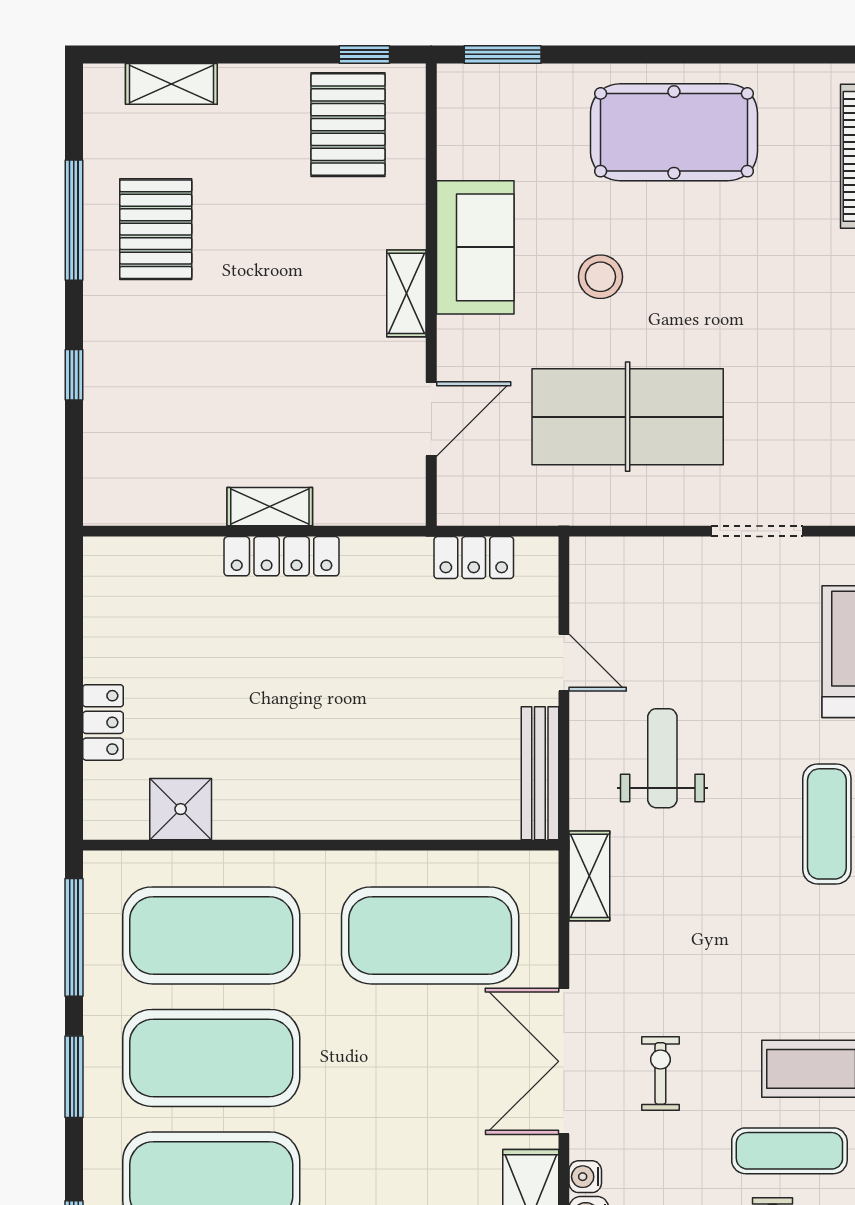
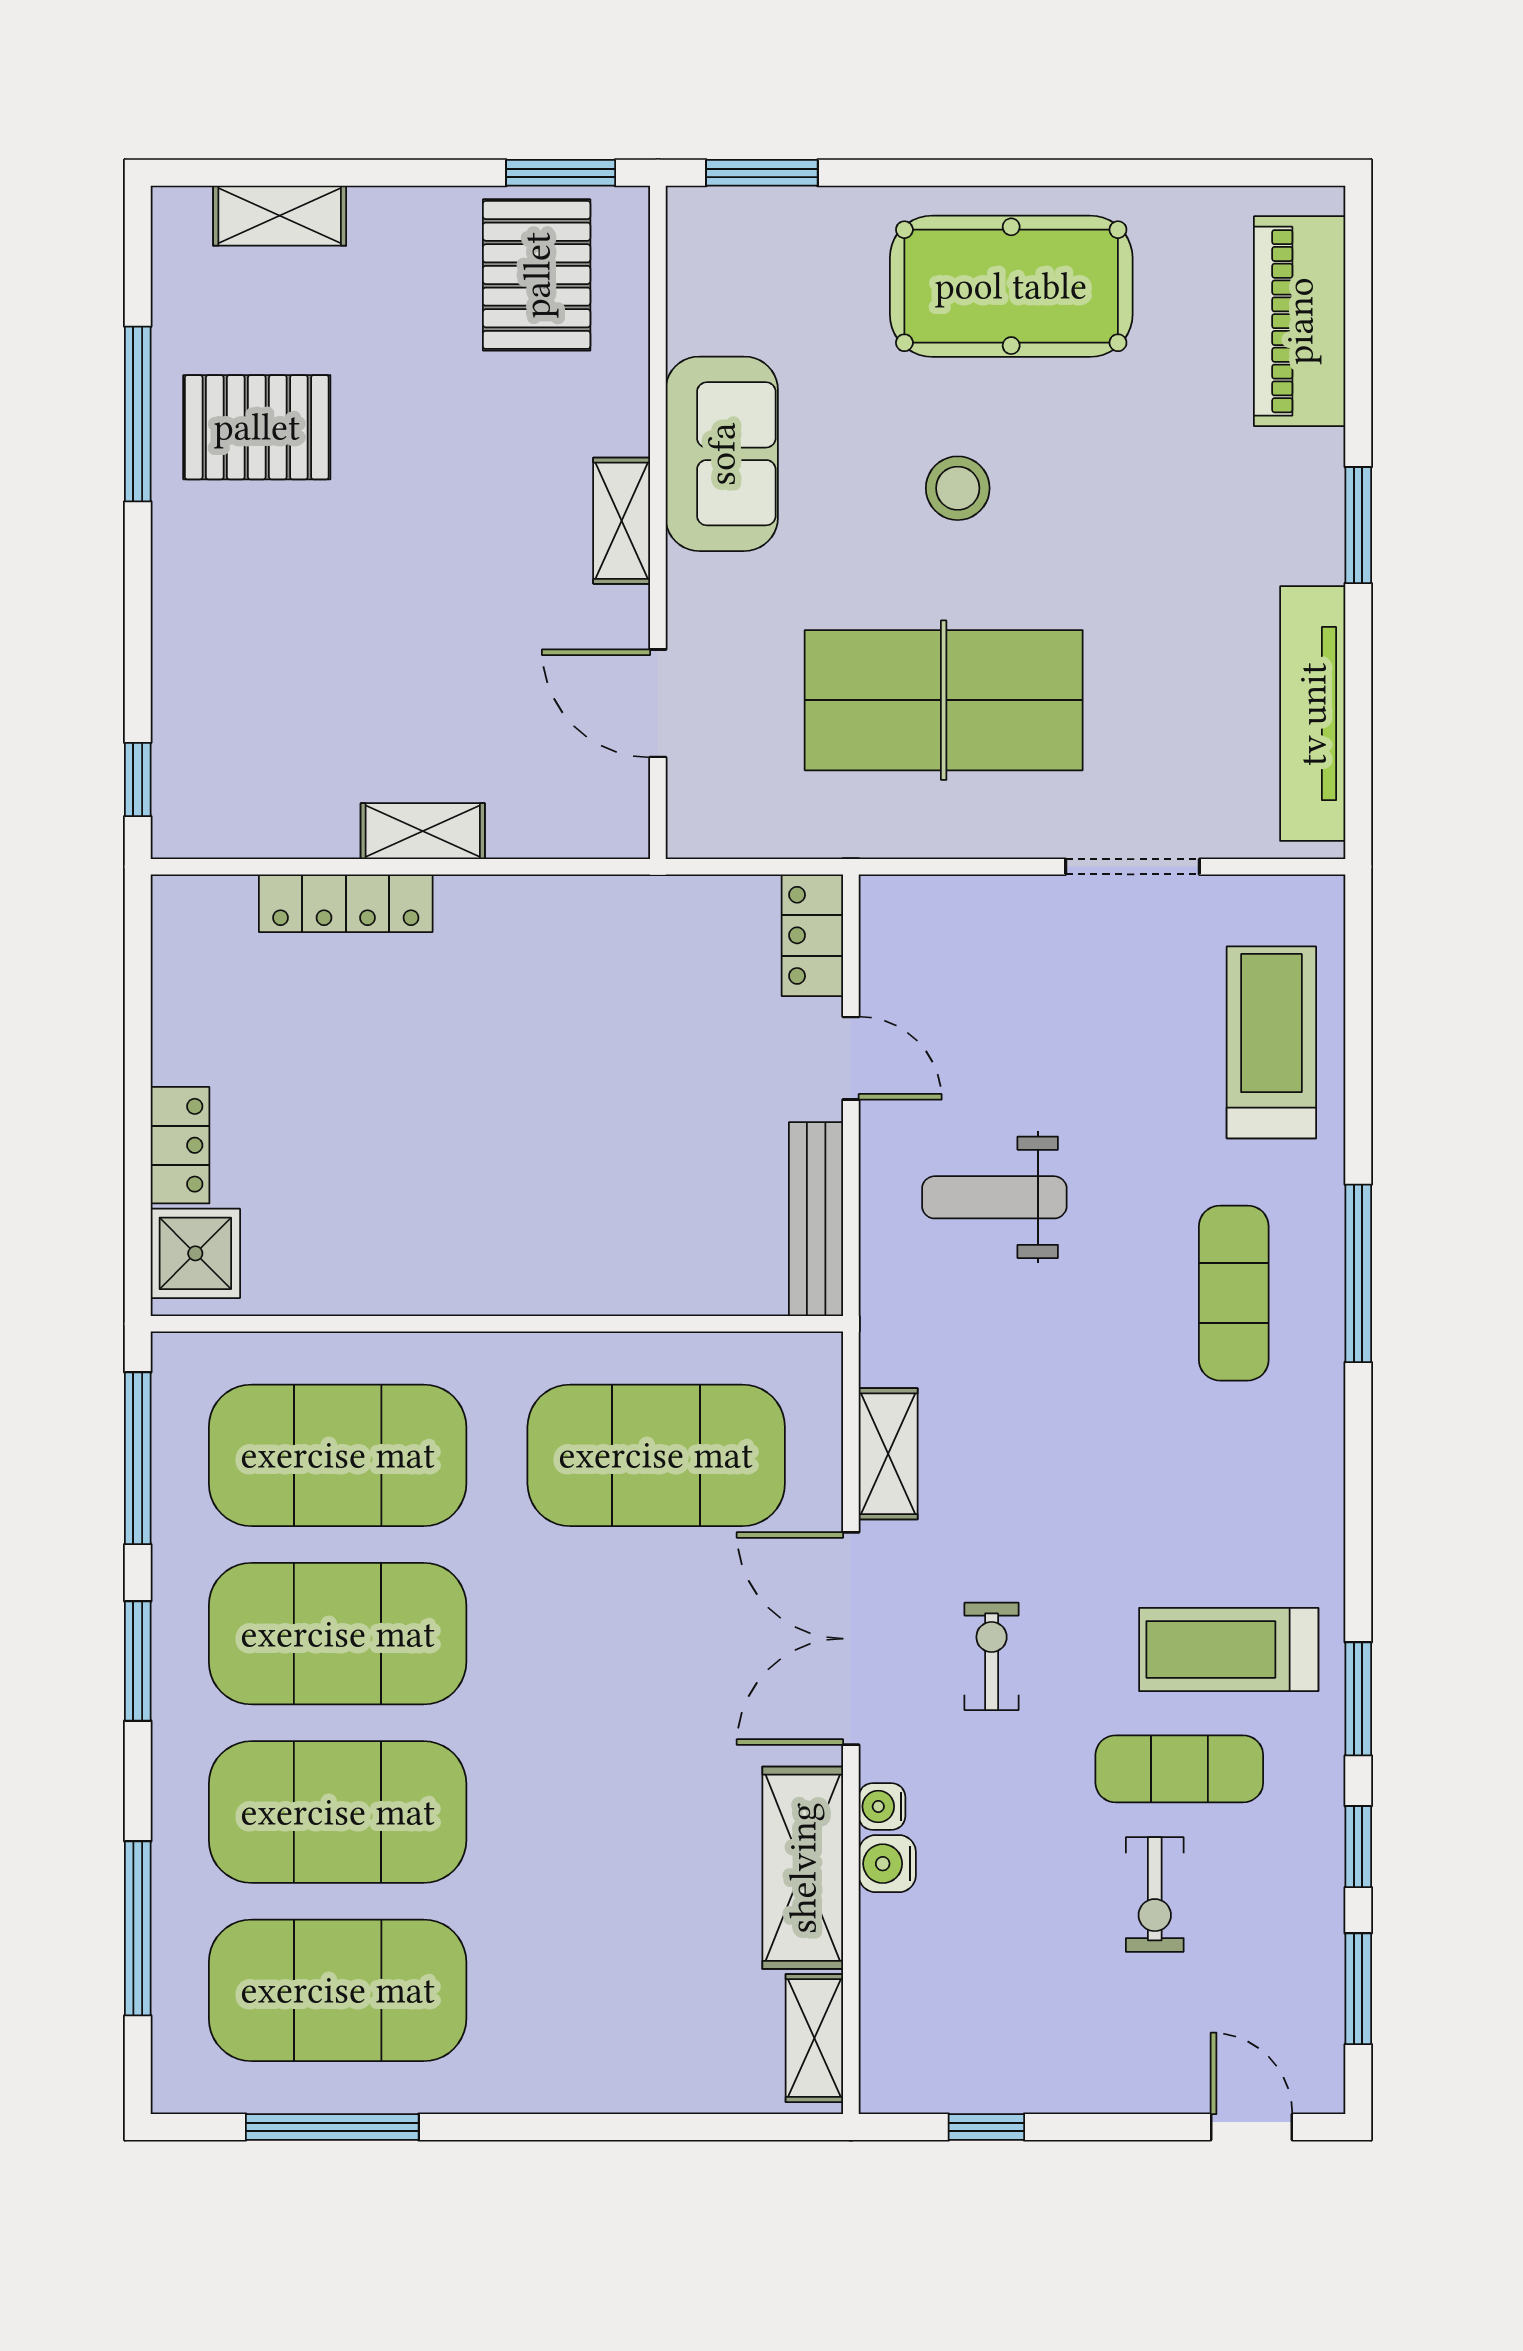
window: (364, 54) -> (561, 173), width x1.50
pallet: (156, 229) -> (257, 427), turned 90
stool: (600, 277) -> (958, 488), moved
window: (74, 375) -> (138, 779), moved
door: (431, 419) -> (658, 703), swing flipped
locker: (282, 556) -> (346, 903), moved
locker: (474, 558) -> (812, 935), moved, turned 90
weight bench: (662, 758) -> (994, 1197), turned -90
shower: (181, 809) -> (195, 1253), moved
shelving: (589, 876) -> (888, 1454), moved

